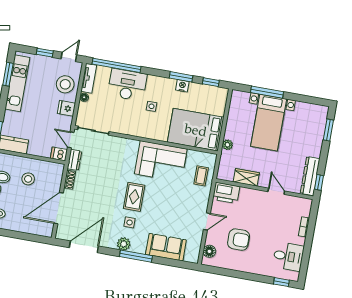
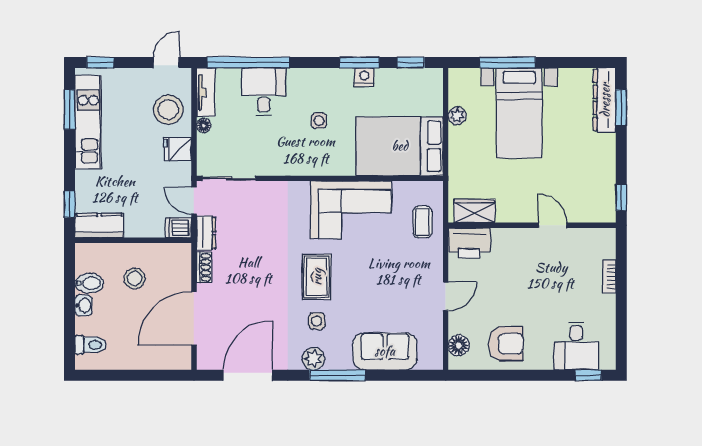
window: (45, 53) -> (100, 63), moved
desk: (127, 85) -> (264, 92), width x0.73
plant: (227, 145) -> (457, 116), moved
dresser: (310, 176) -> (605, 100), moved
wardrobe: (246, 177) -> (475, 211), moved
armchair: (239, 240) -> (506, 344), moved
desk: (288, 256) -> (576, 346), moved, turned 90

